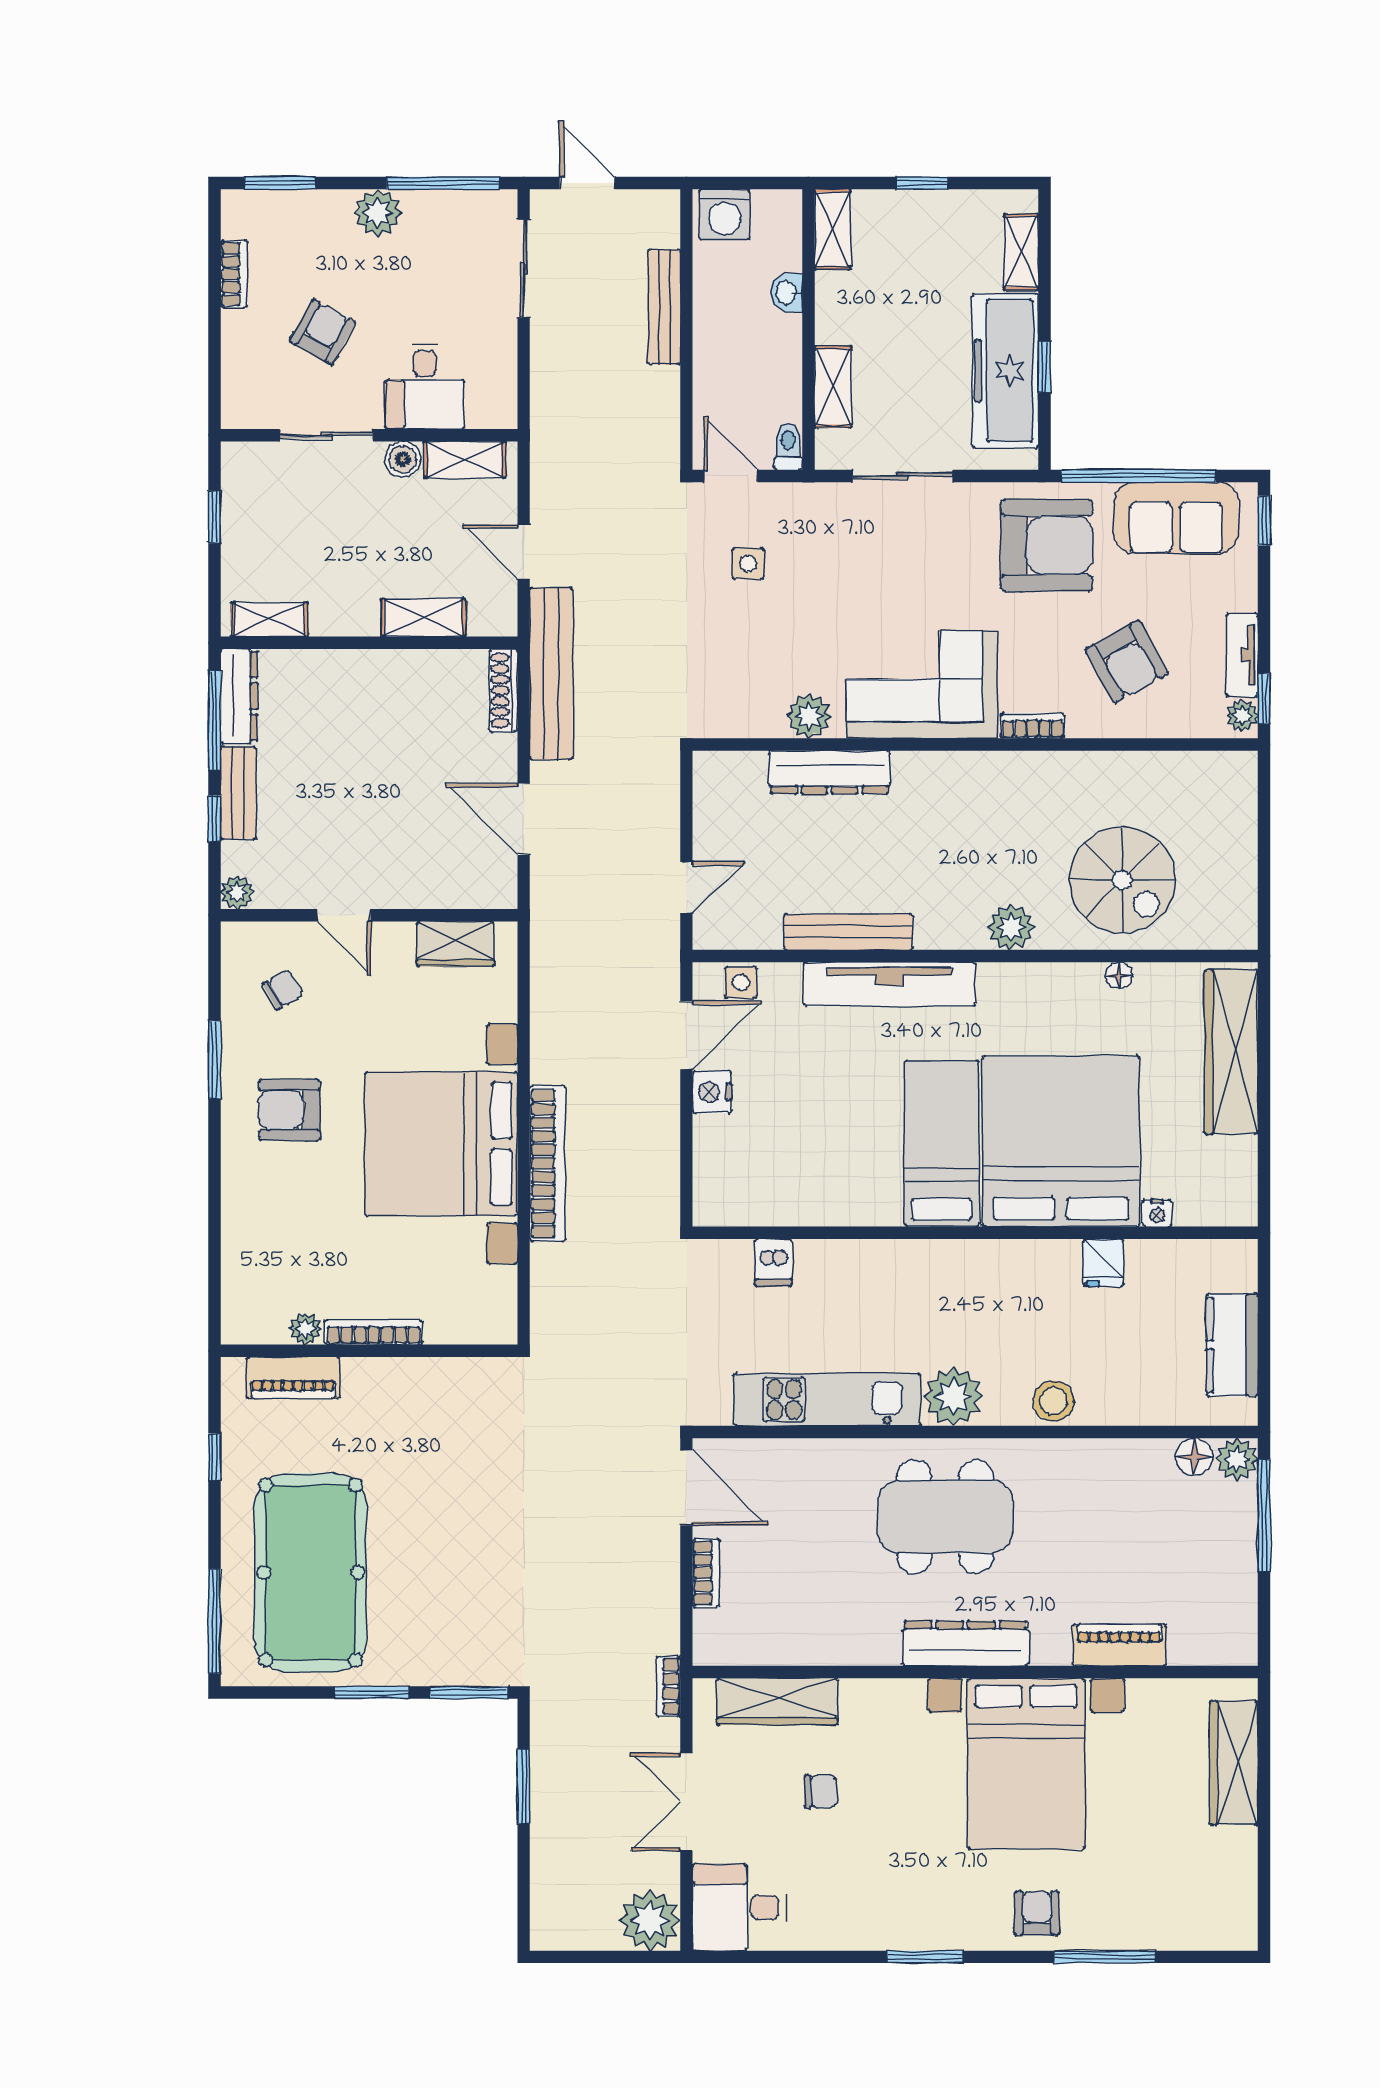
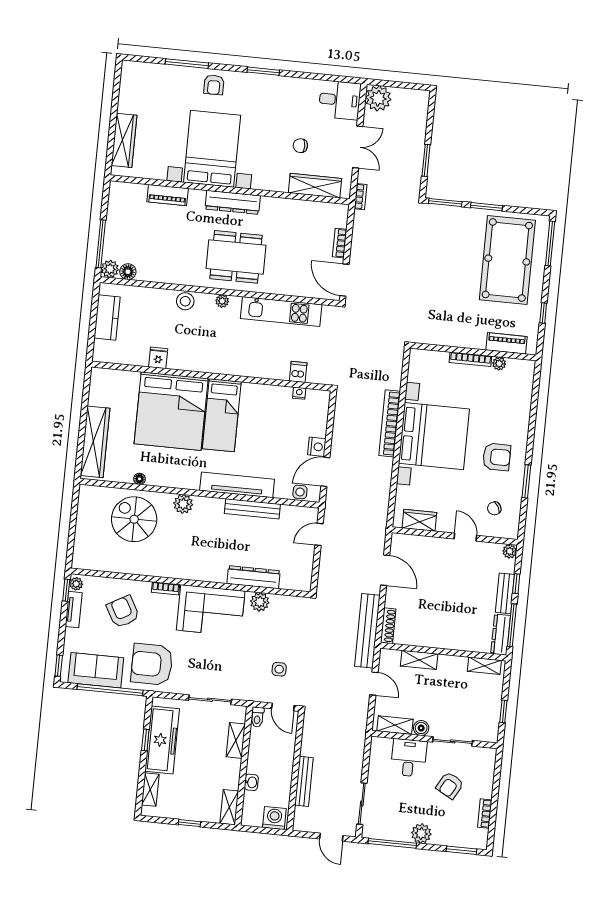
nightstand: (1157, 1213) -> (299, 393), moved
plant: (953, 1397) -> (222, 301), width x0.53, depth x0.53

